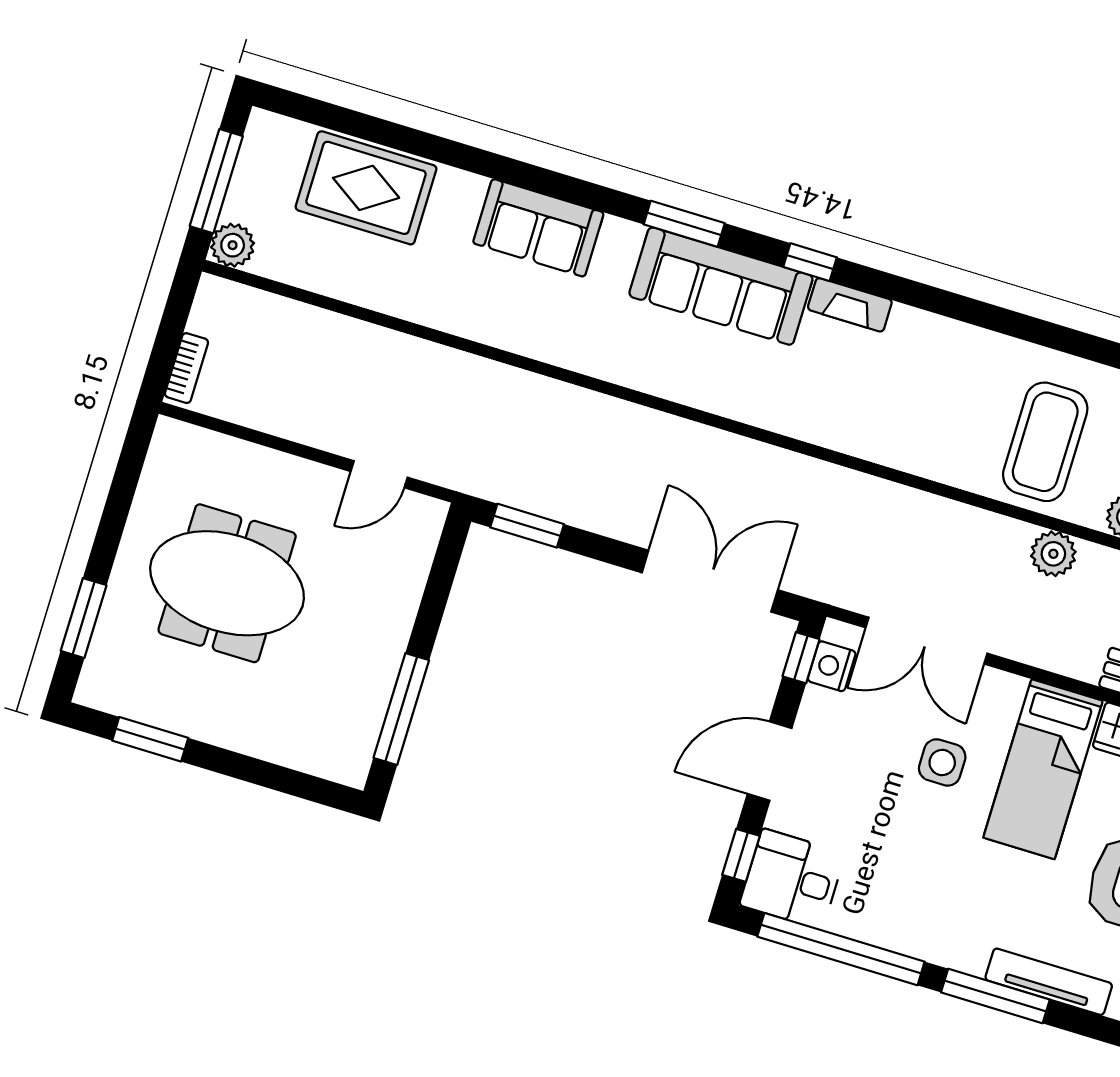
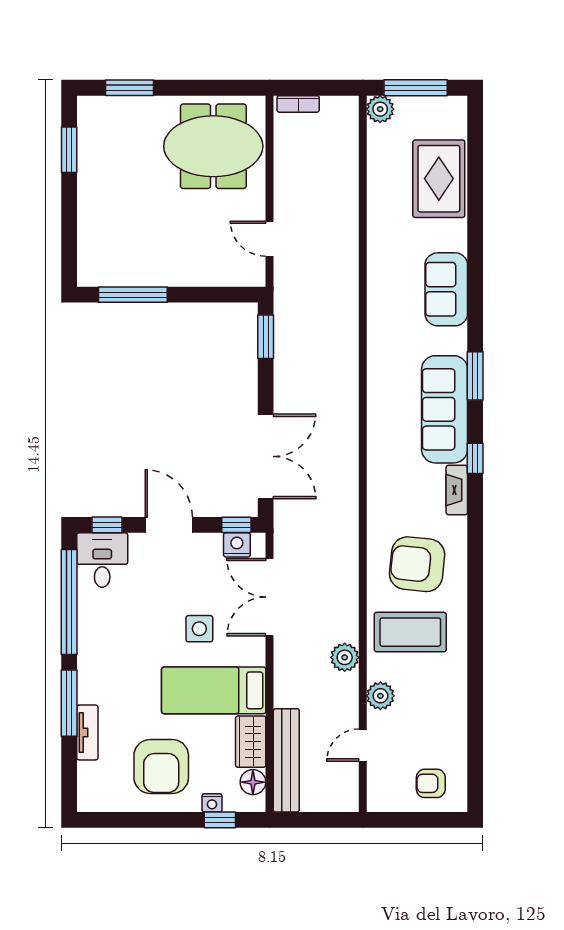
armchair: (945, 400) -> (417, 564), added
meeting table: (227, 583) -> (213, 146), moved, turned 90
tv unit: (1049, 982) -> (87, 732), width x0.71

